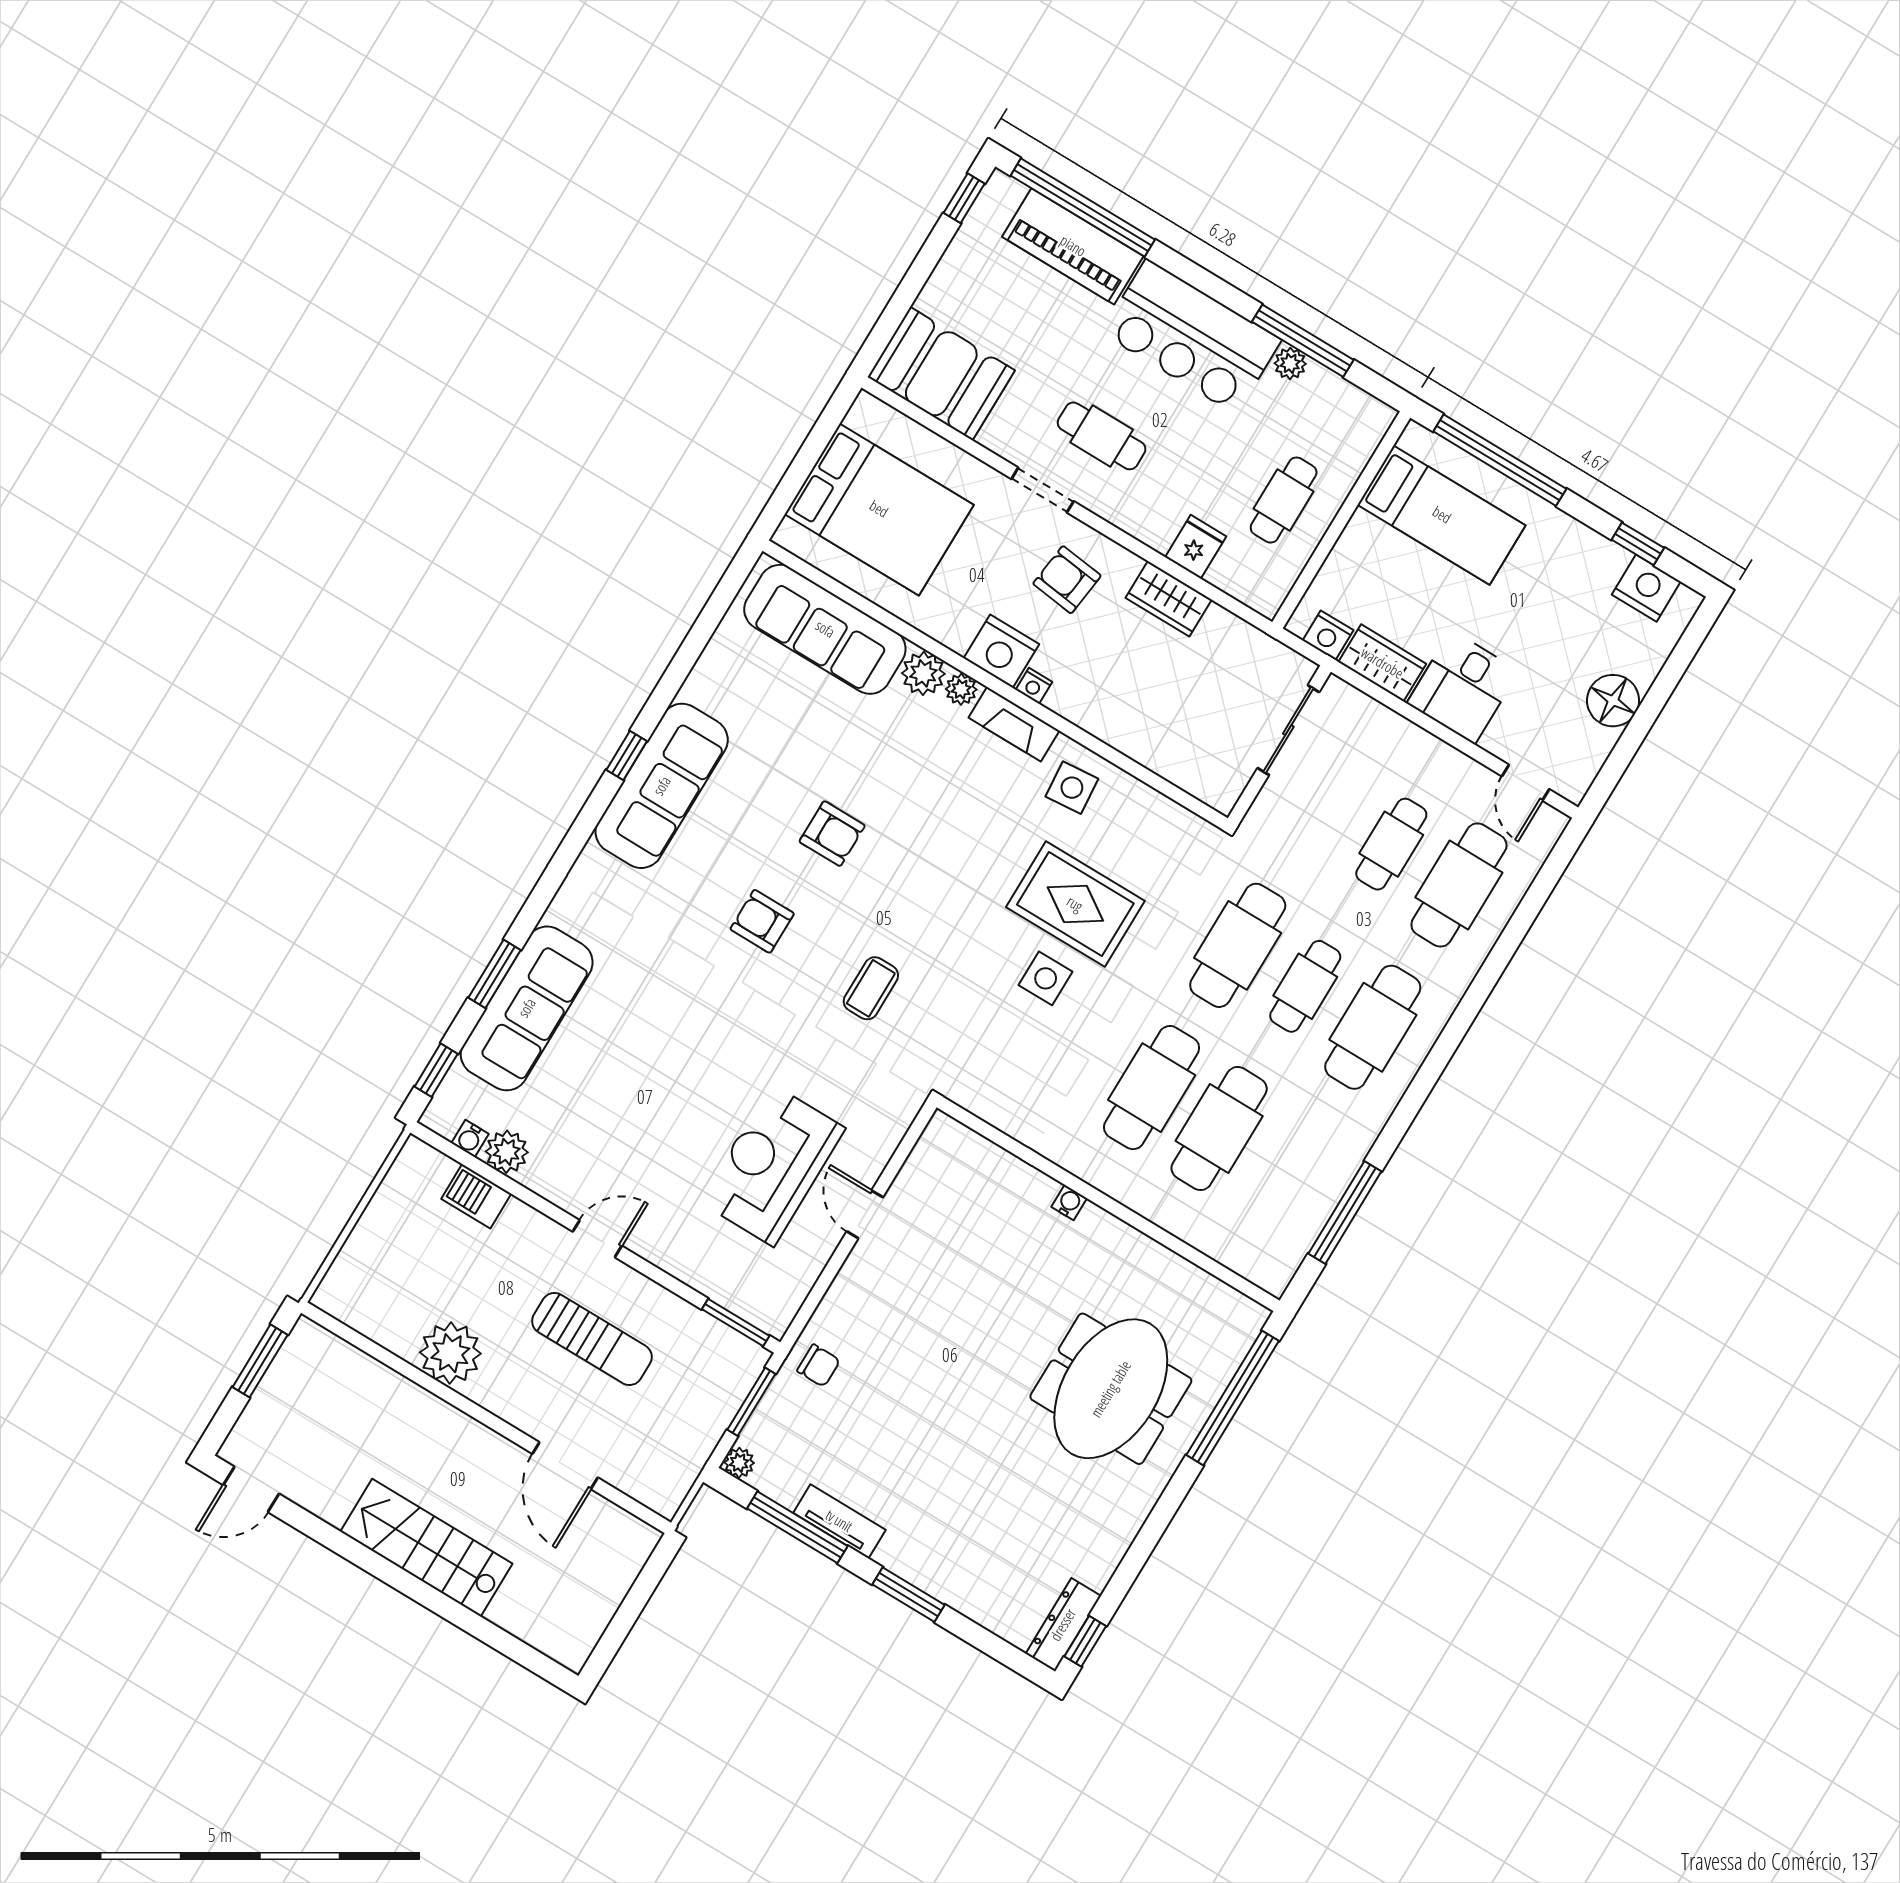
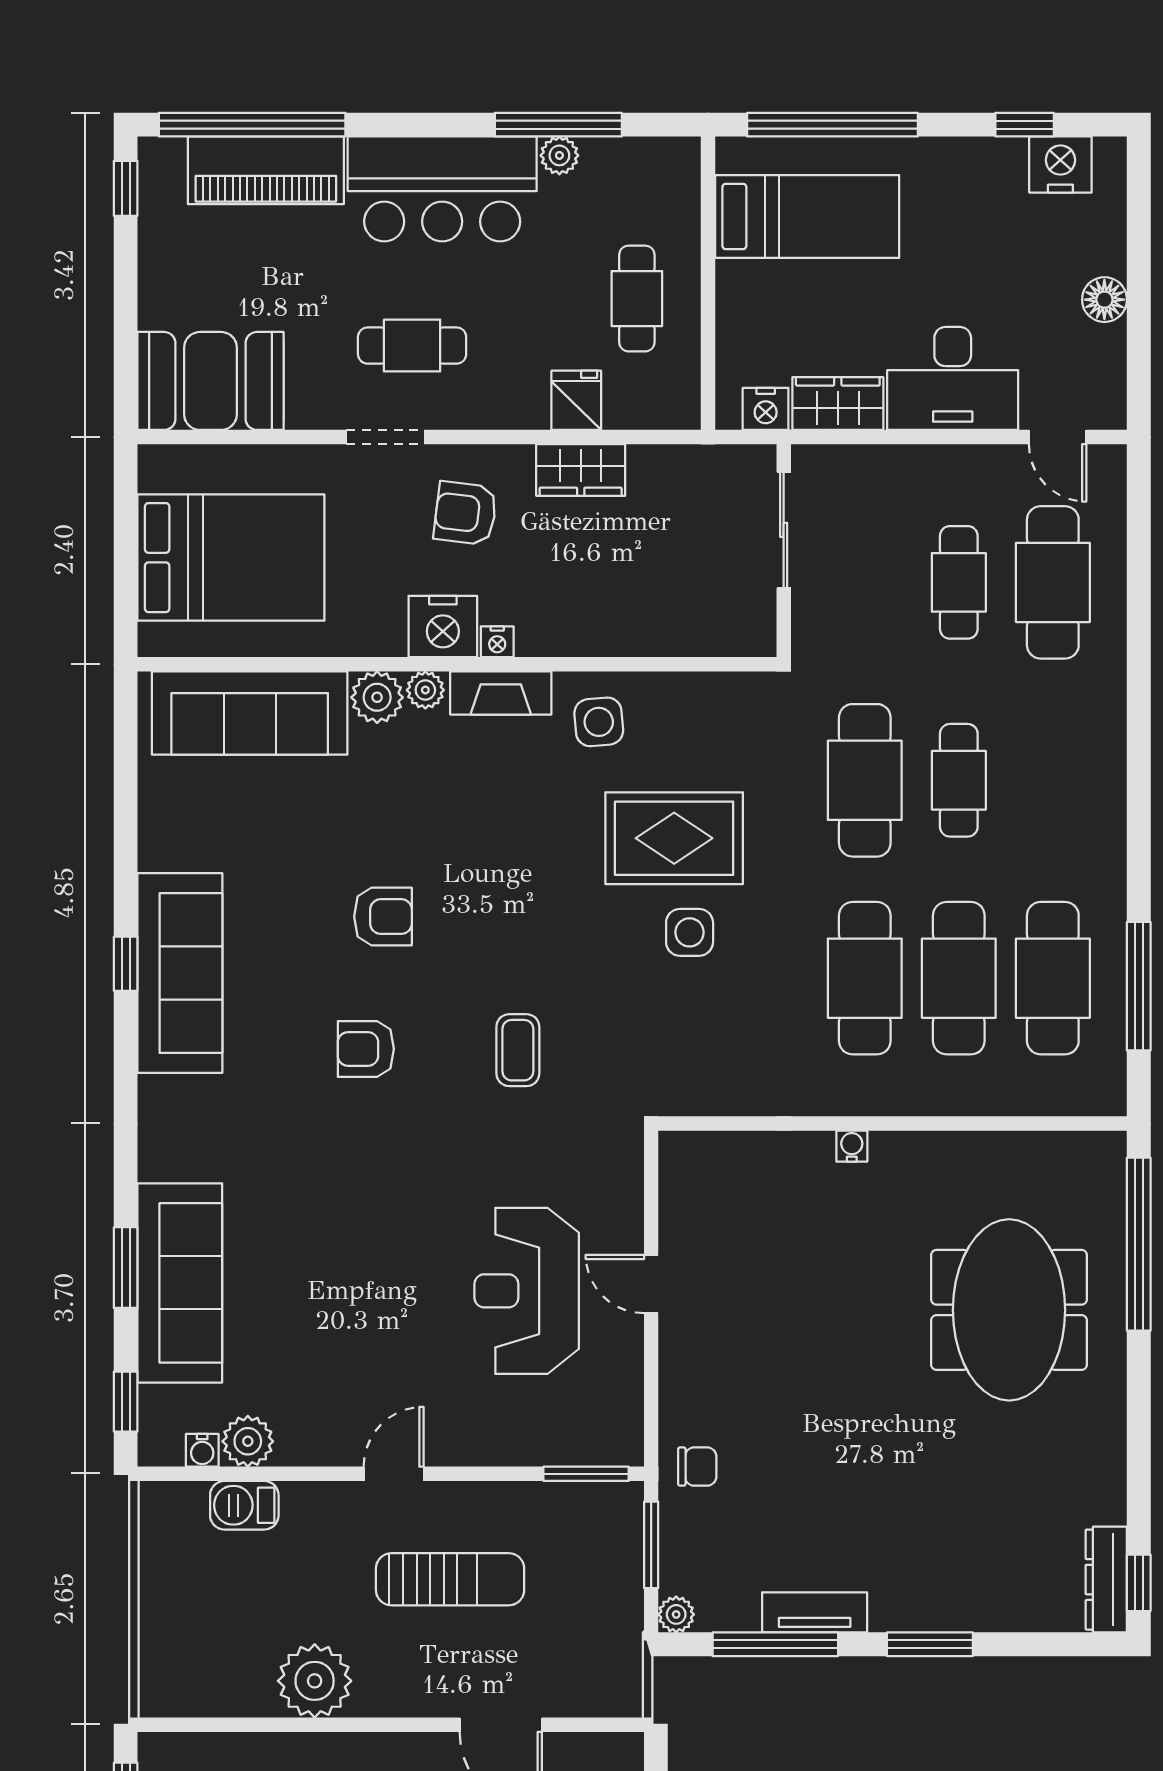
desk: (1463, 687) -> (953, 378), width x1.37
floor lamp: (1613, 701) -> (1104, 300), width x0.73, depth x0.73
cafe table: (1373, 1027) -> (1053, 978), moved

